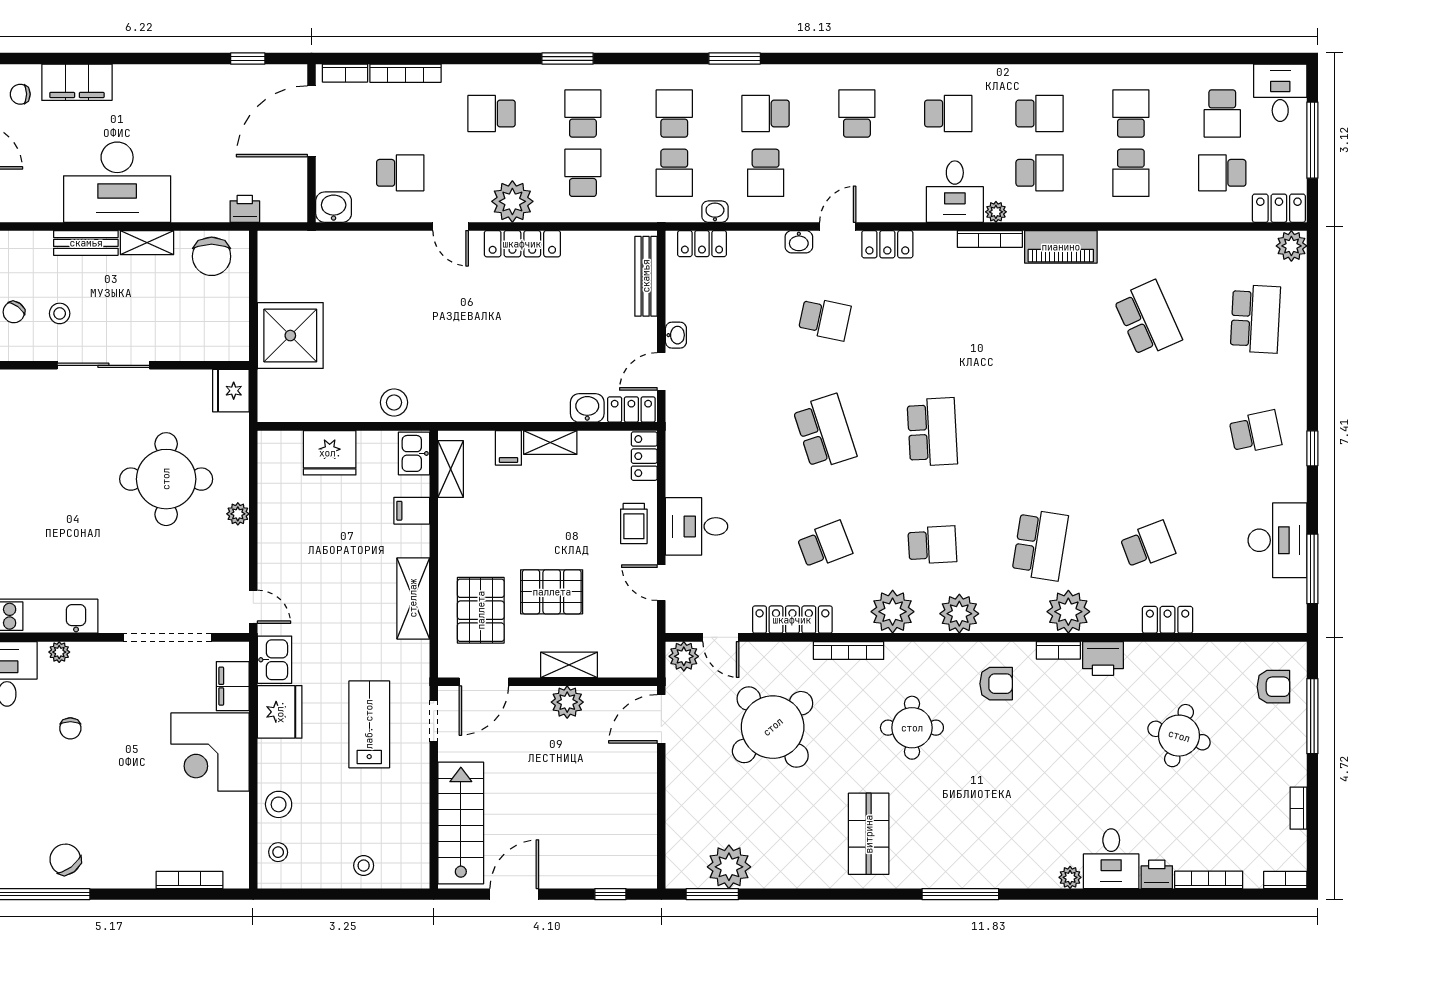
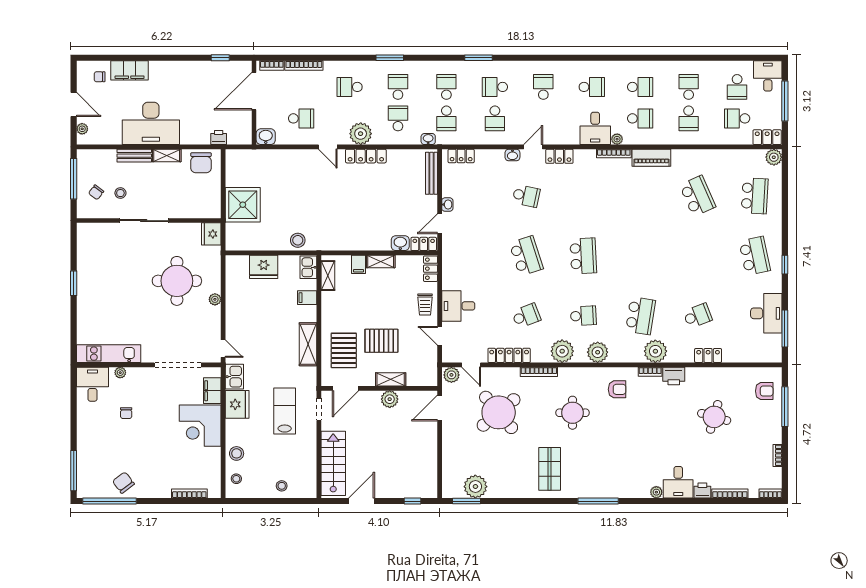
washbasin: (715, 212) -> (428, 139), moved
school desk: (1255, 432) -> (755, 256), width x1.85

